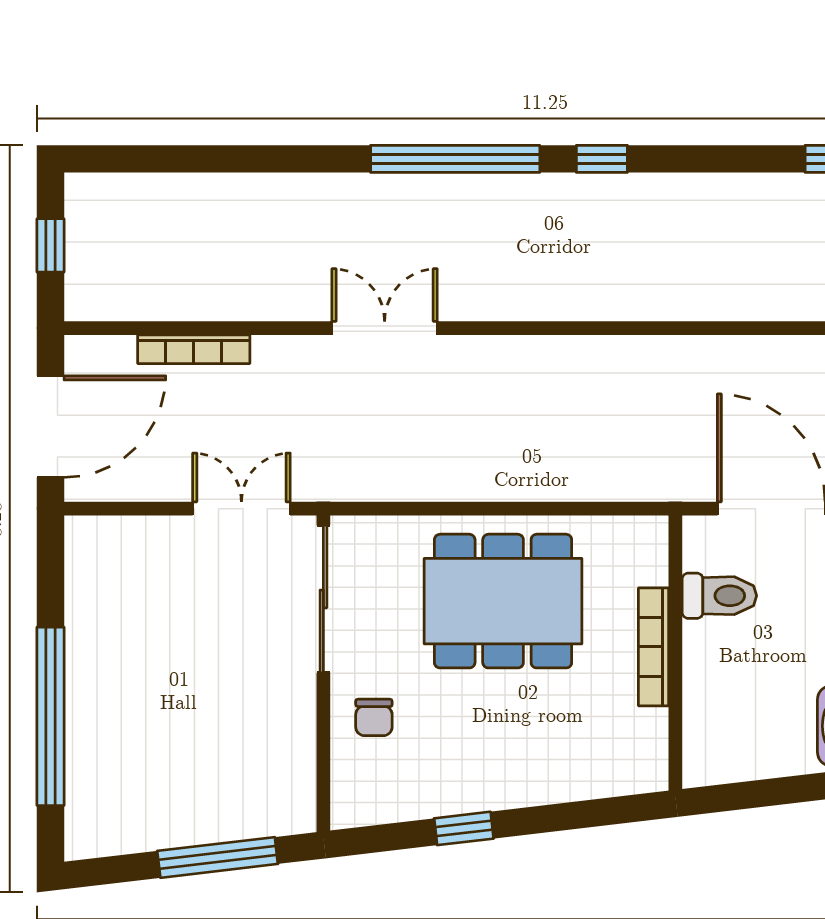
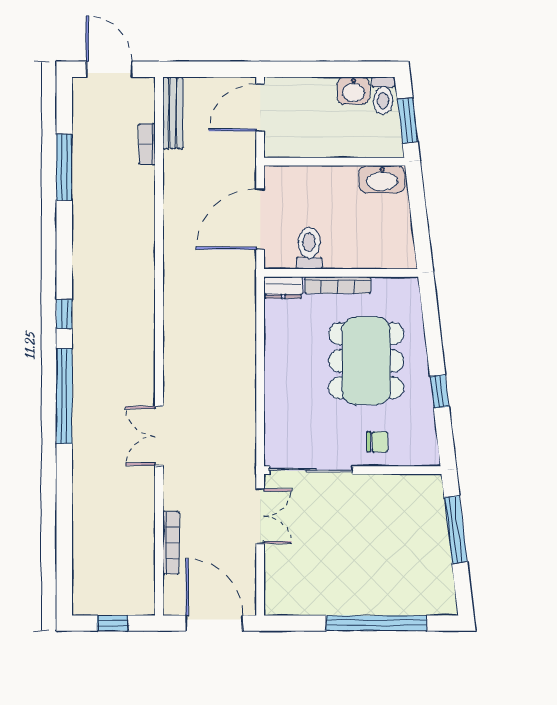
double door: (241, 509) -> (260, 516), swing flipped
dresser: (649, 550) -> (283, 288), added
dining table: (503, 601) -> (366, 361), moved

